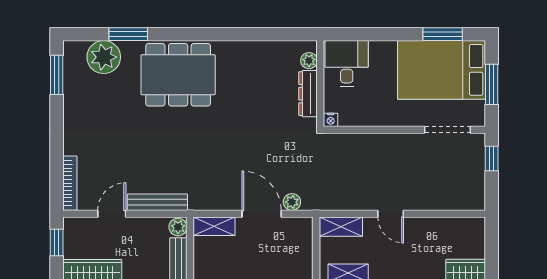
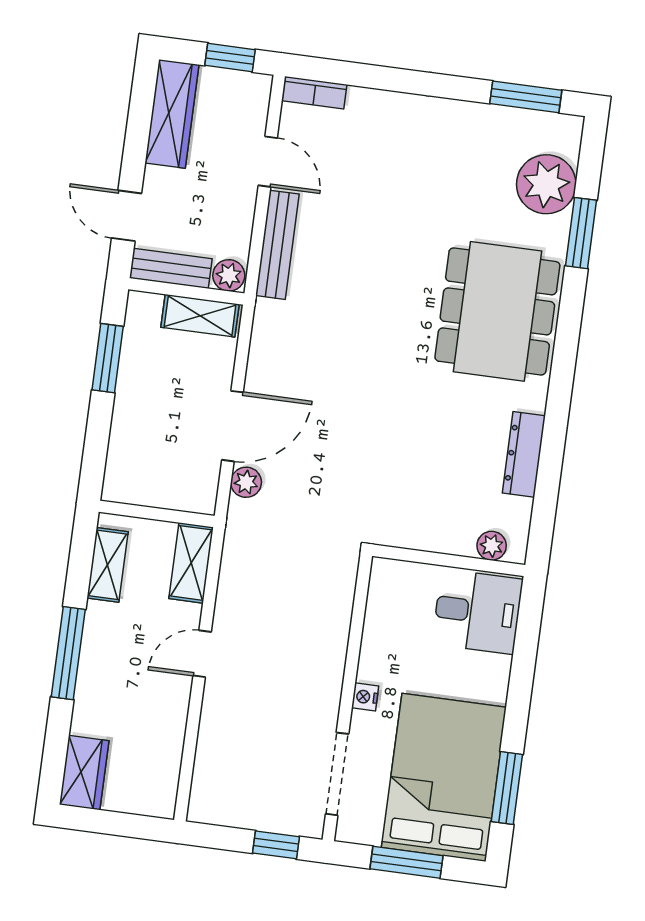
dresser: (308, 94) -> (524, 454), moved, turned -90
nightstand: (331, 120) -> (365, 697), moved
bookcase: (70, 183) -> (314, 93), width x0.64
shelving: (214, 226) -> (200, 316), moved, turned 90

